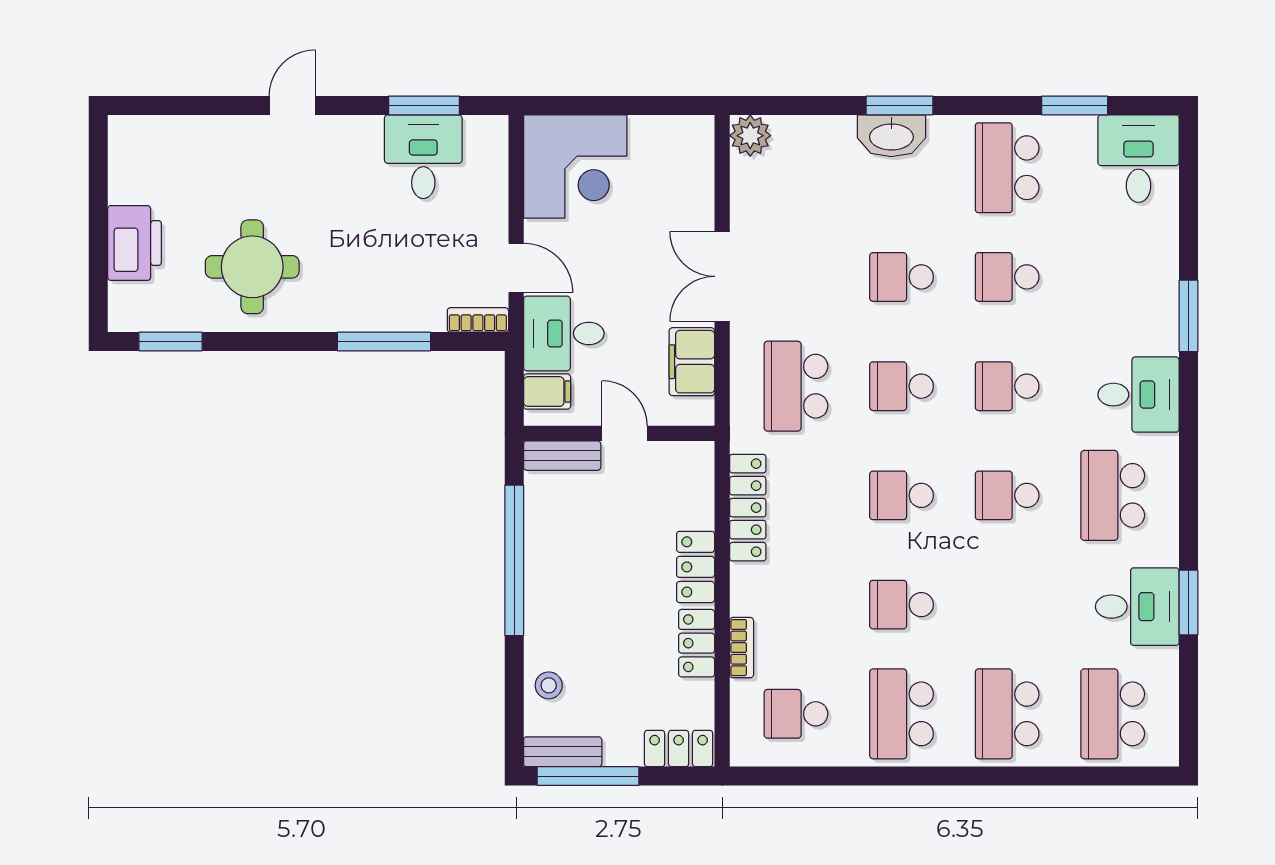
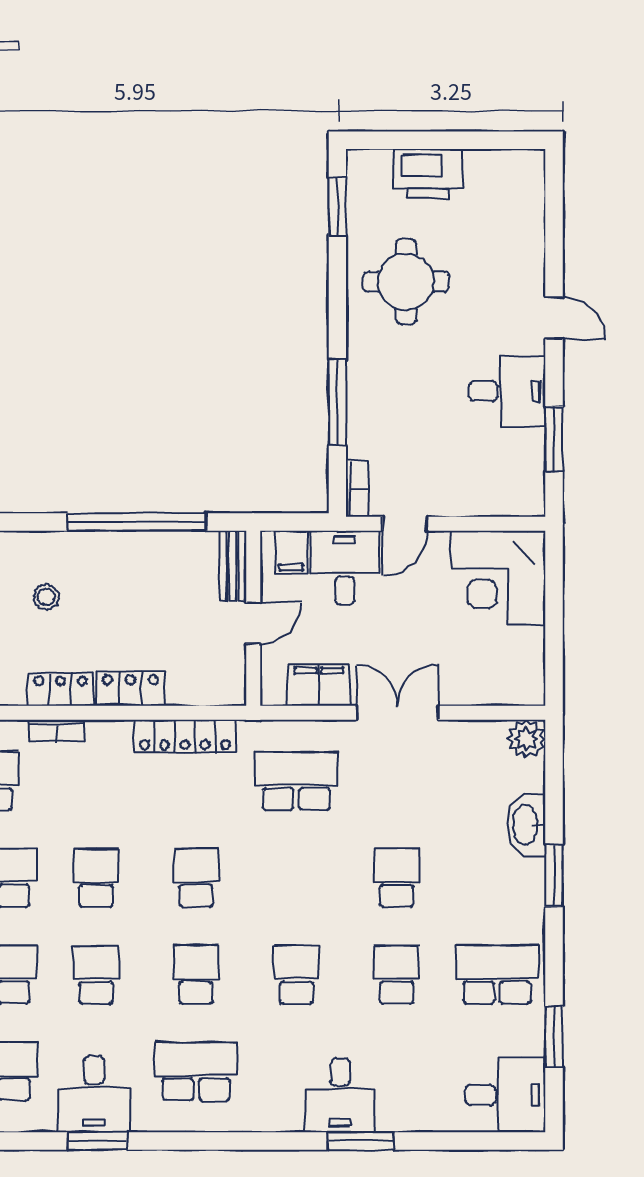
washbasin: (891, 136) -> (526, 825), moved
desk: (423, 157) -> (507, 391), moved
school desk: (902, 386) -> (96, 974), moved
desk: (1138, 395) -> (340, 1095), moved
stool: (549, 685) -> (46, 597), moved

